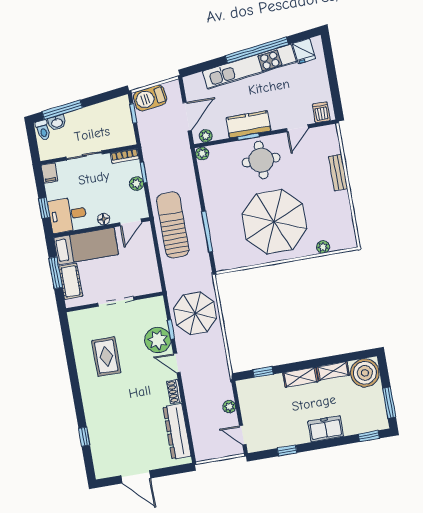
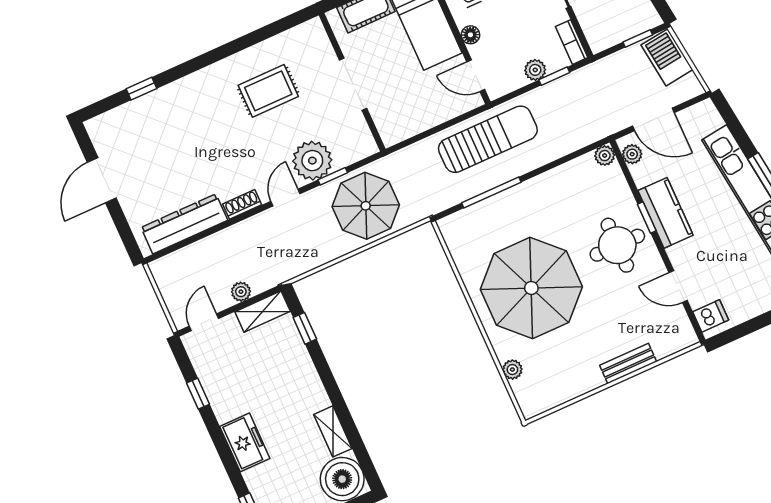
shelving: (300, 377) -> (263, 312), moved, turned 90

